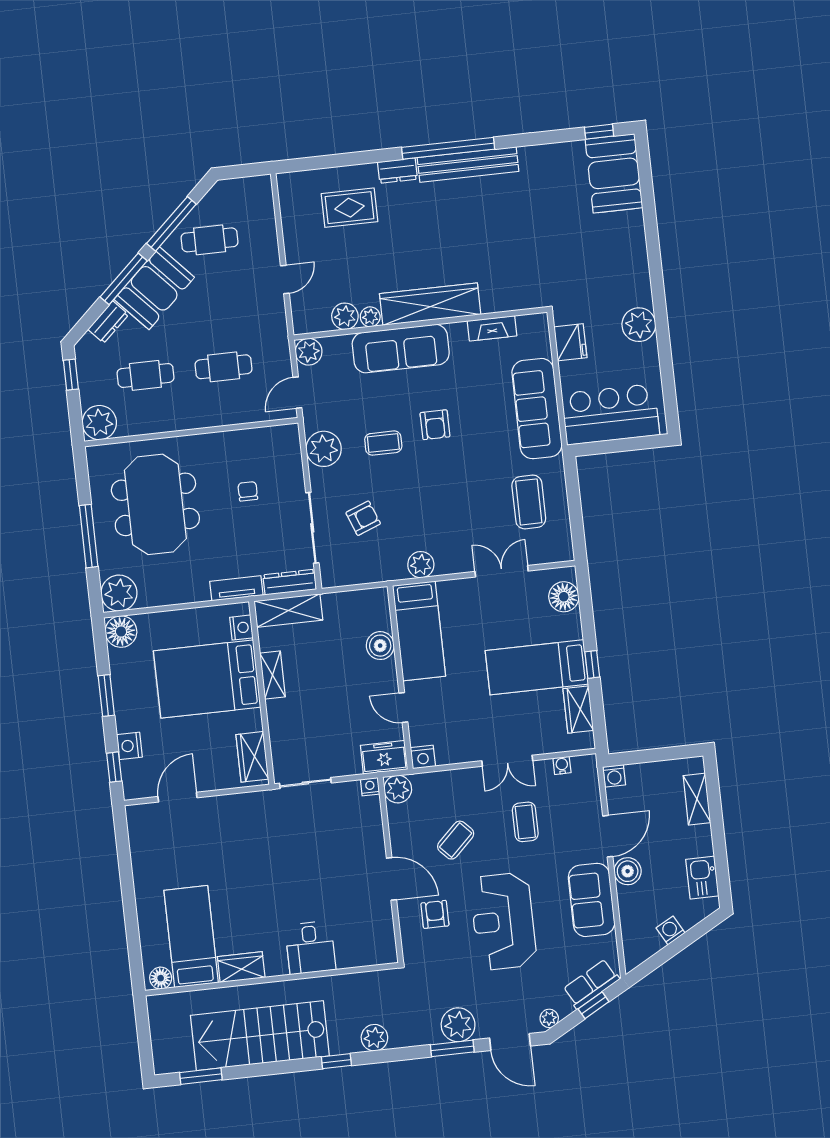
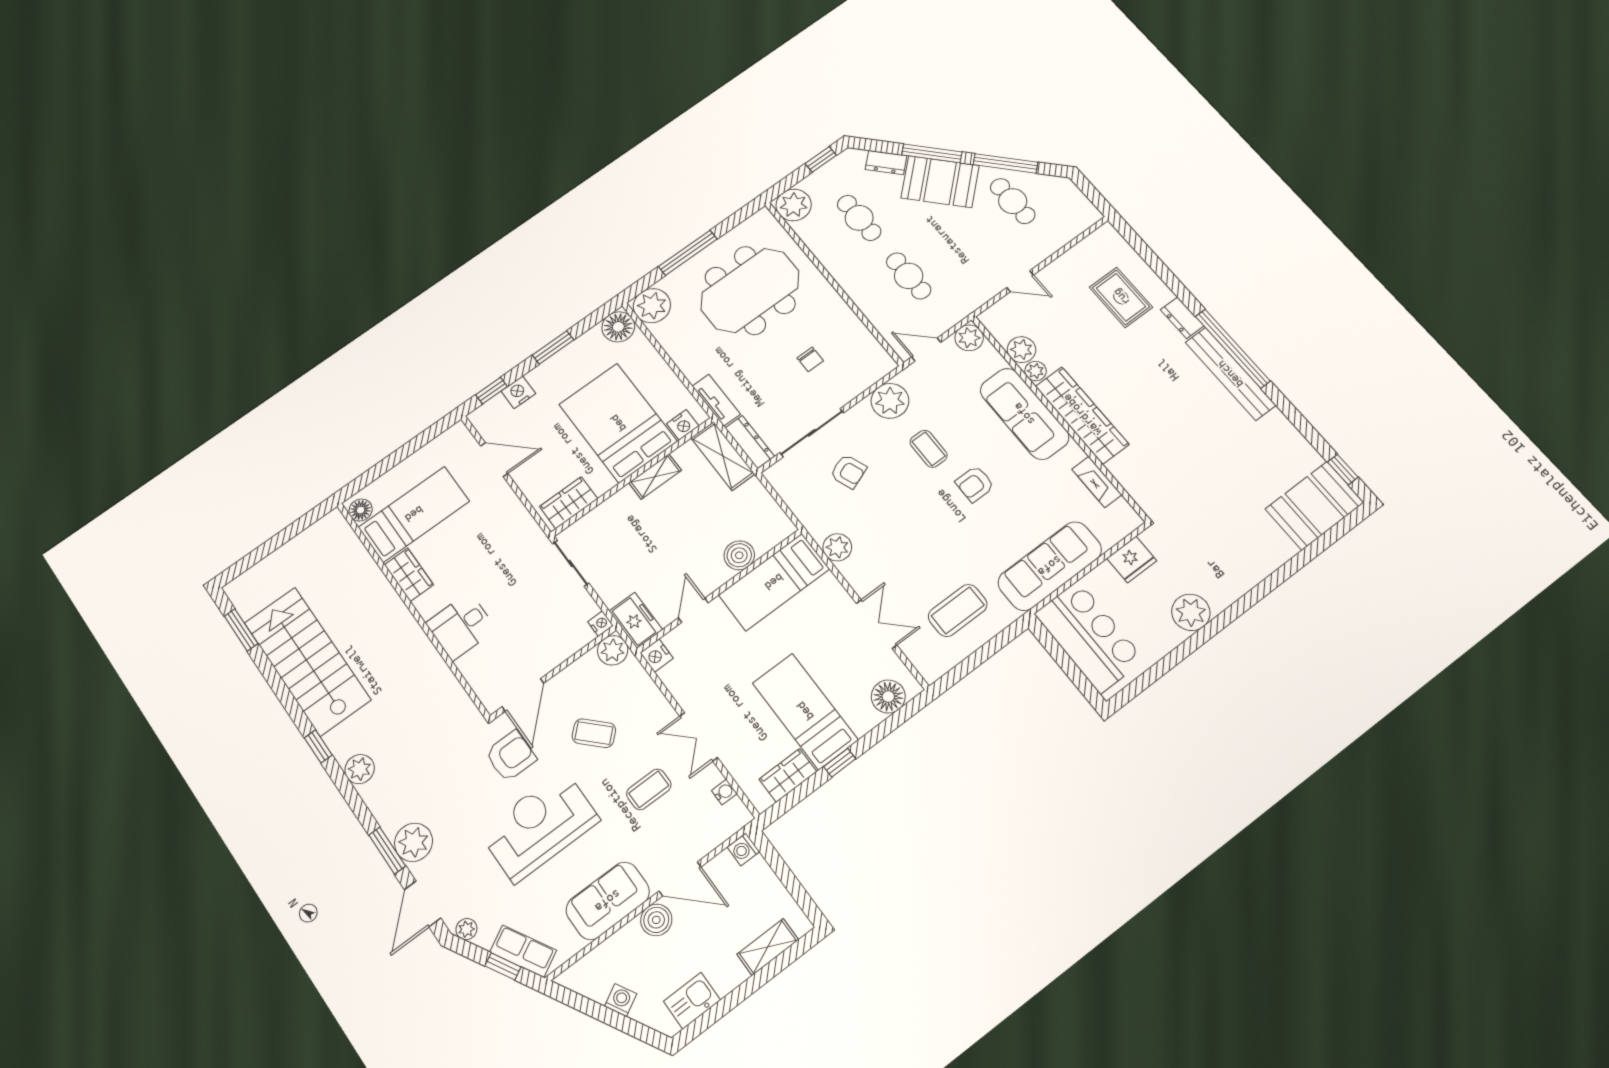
chair: (248, 491) -> (810, 359), turned 90
armchair: (435, 914) -> (511, 756), width x1.38, depth x1.38
bed: (191, 937) -> (414, 514), moved
desk: (310, 947) -> (461, 626), moved
wardrobe: (241, 967) -> (409, 575), moved
floor lamp: (161, 978) -> (361, 510), moved
wall: (272, 979) -> (412, 609), moved

